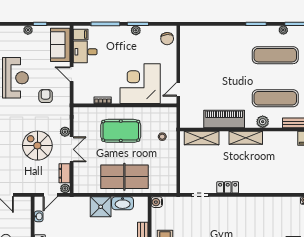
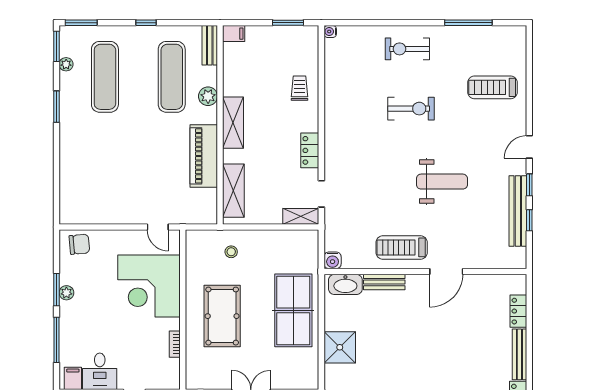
trolley: (268, 181) -> (299, 88), added
shelving: (185, 182) -> (301, 216), added
washbasin: (123, 203) -> (345, 284), moved, turned 90

